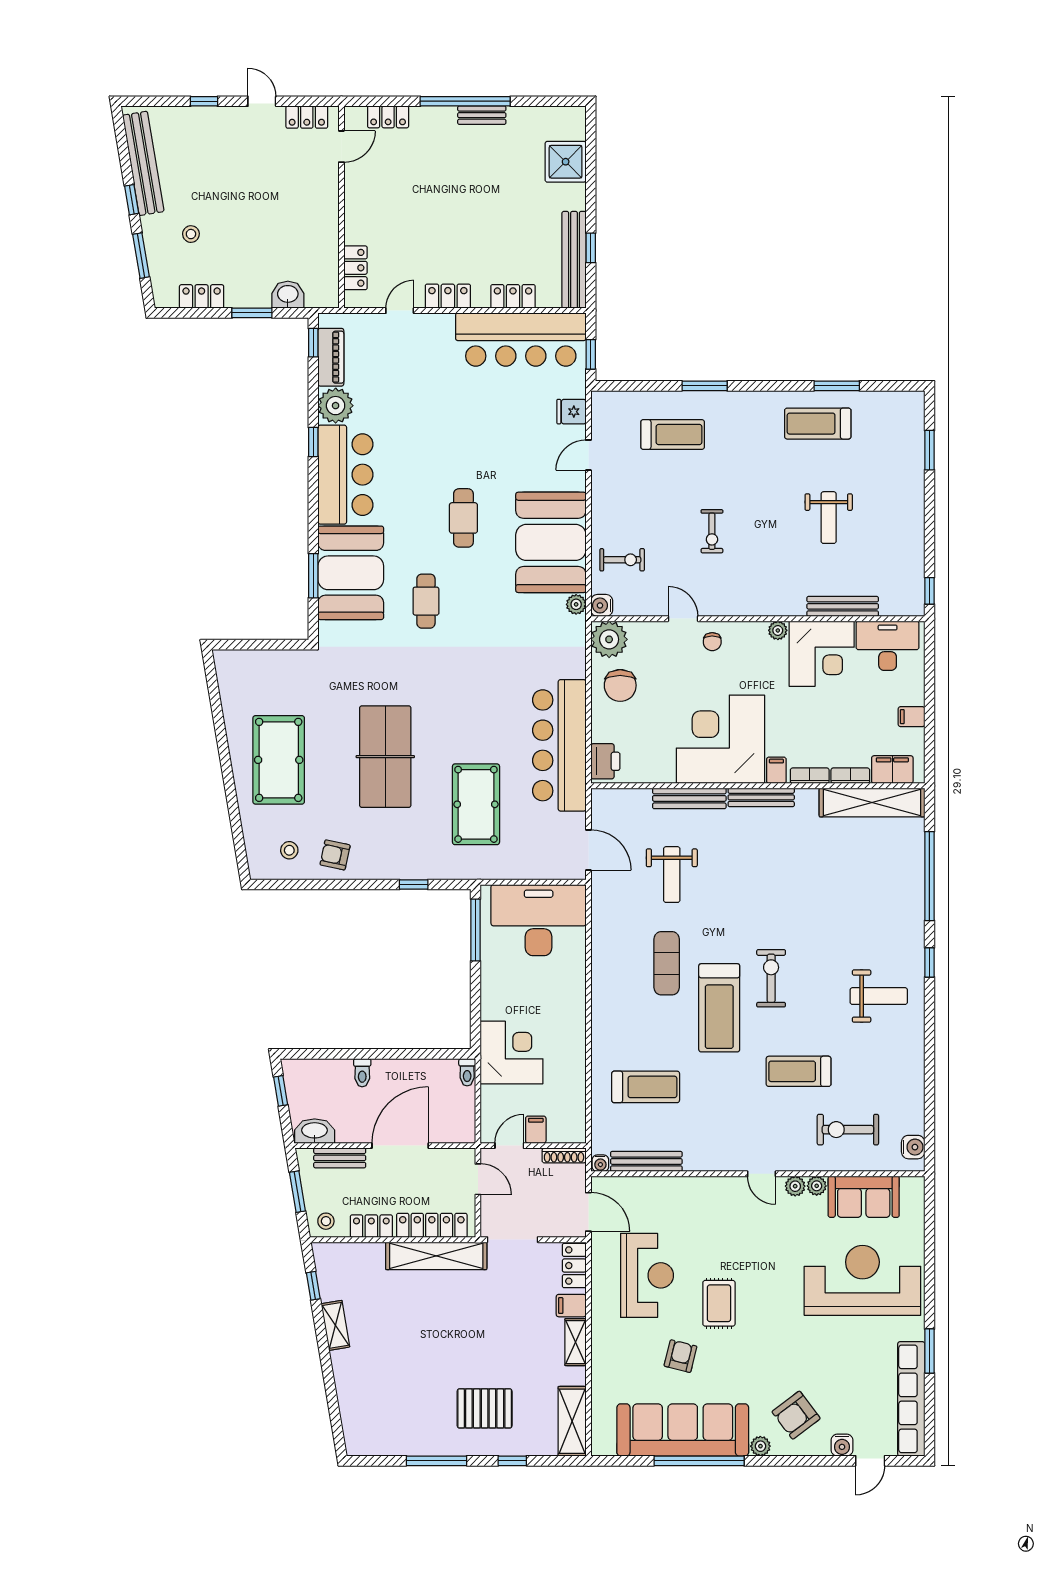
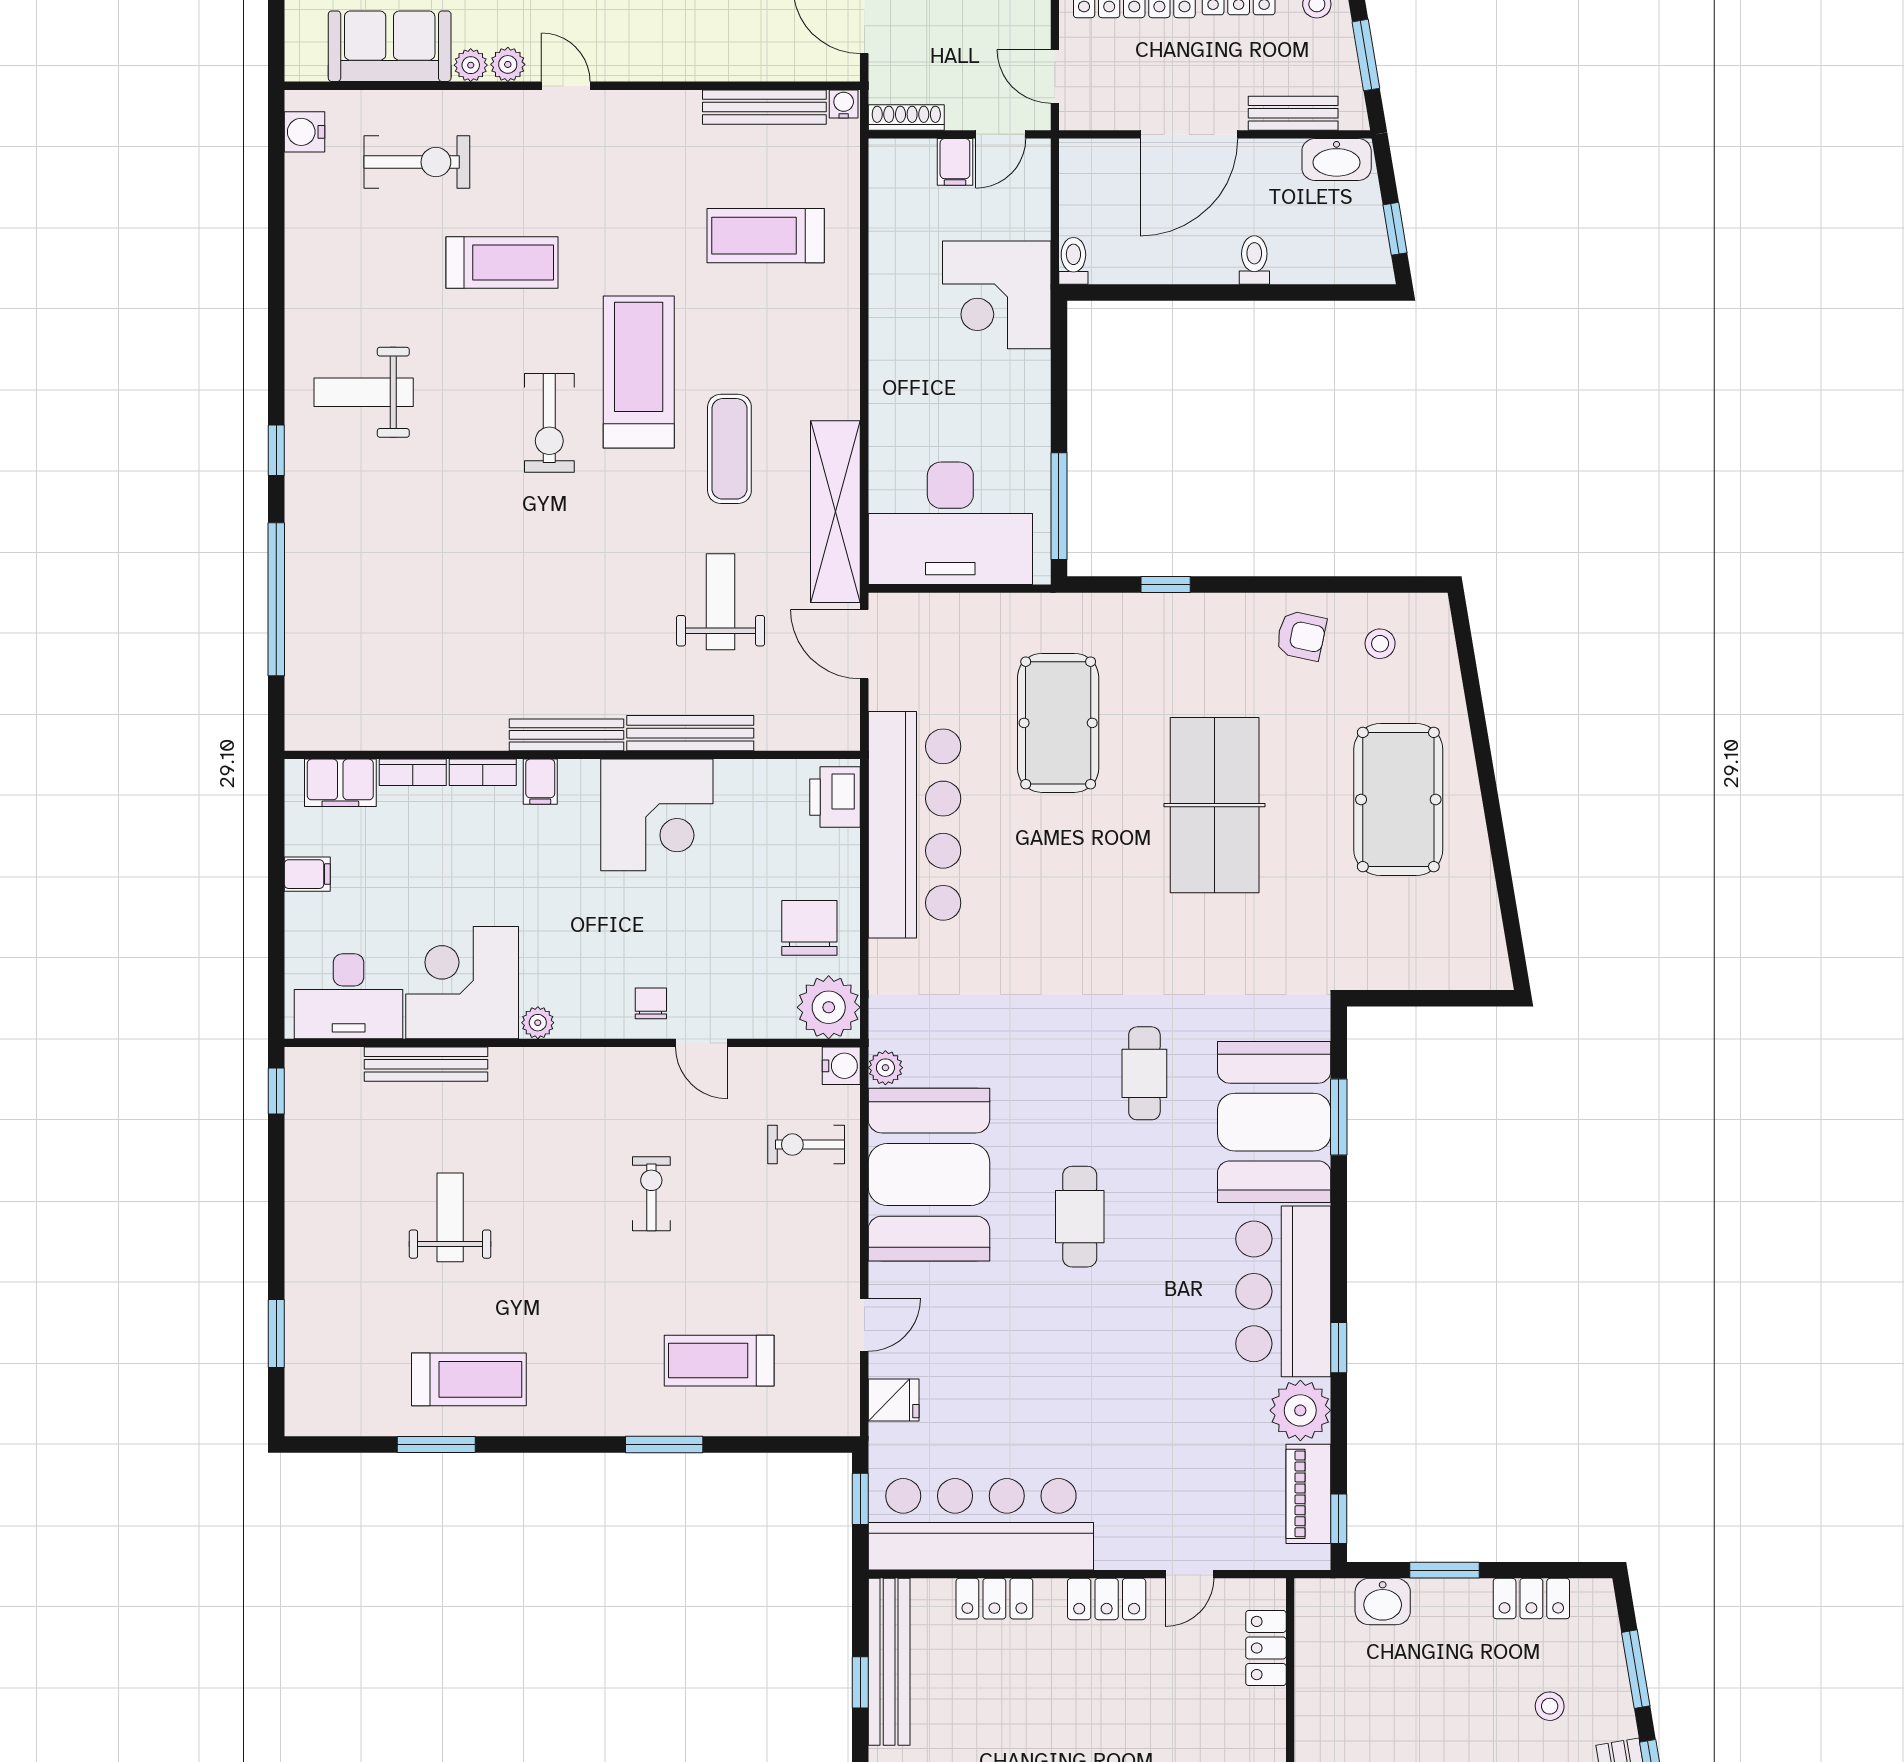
corner desk: (720, 739) -> (657, 815), width x0.74, depth x0.74
shelving: (872, 802) -> (835, 512), moved, turned 90

